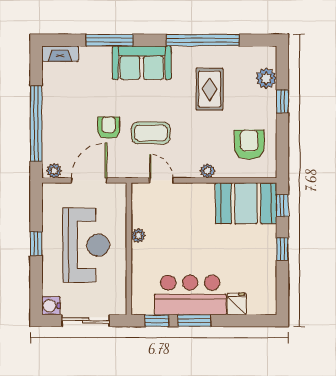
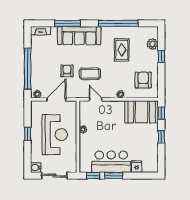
sofa: (142, 63) -> (79, 36), width x1.36

